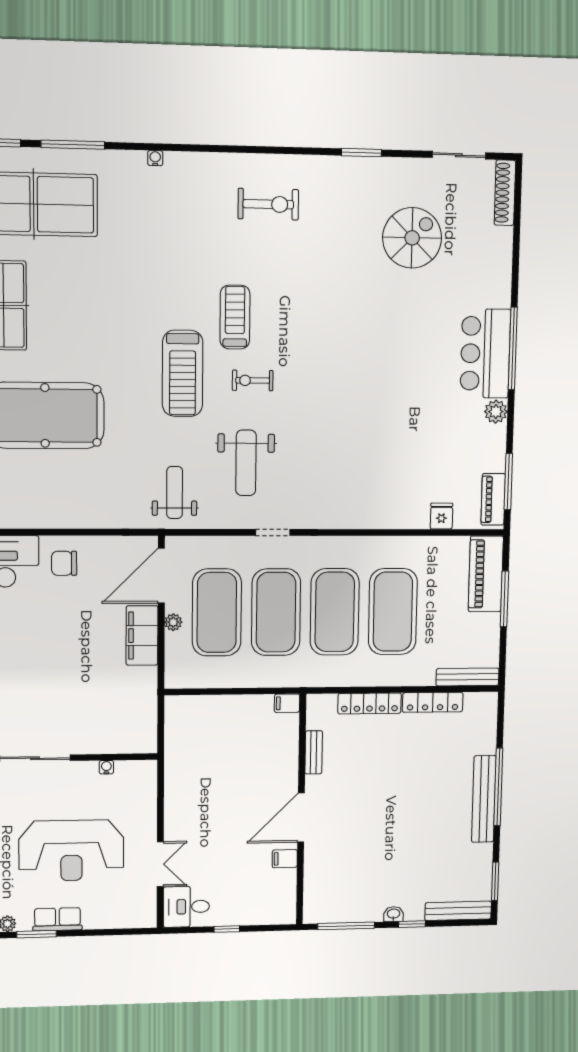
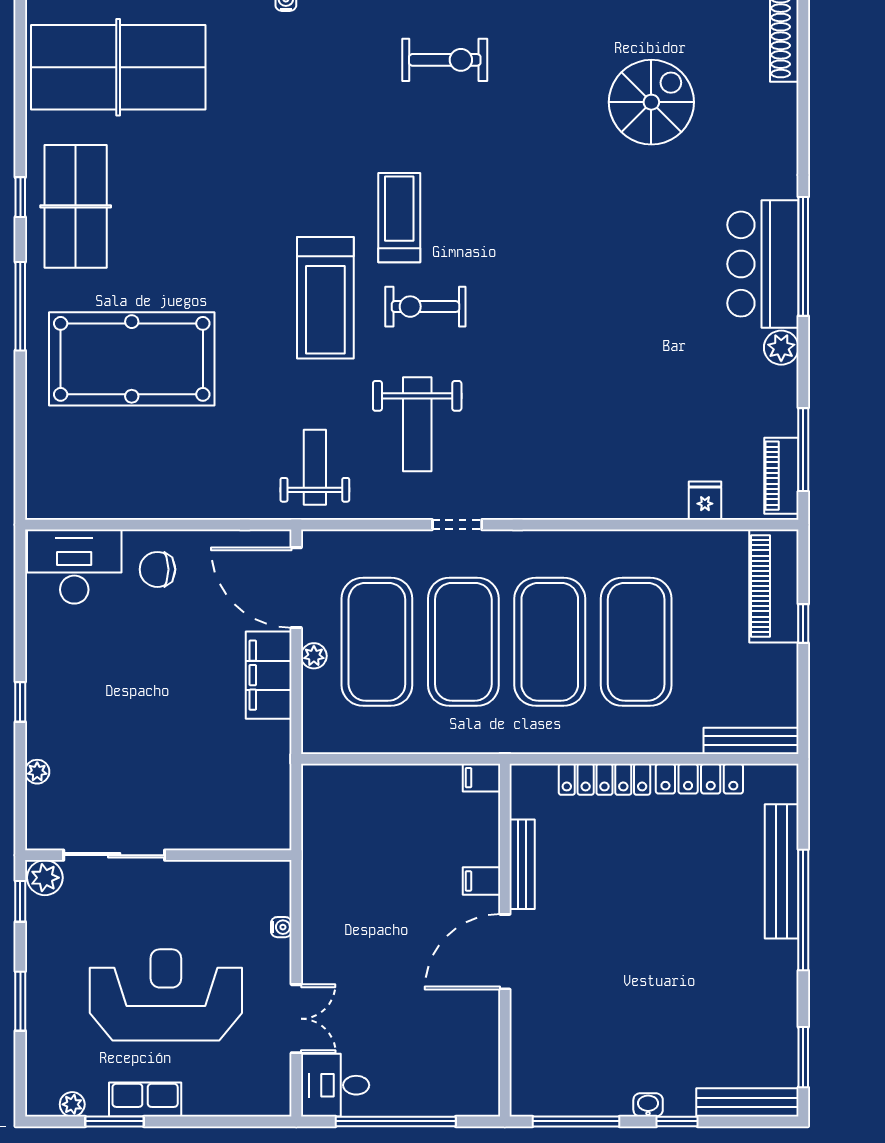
exercise bike: (253, 380) -> (425, 307), width x1.38, depth x1.39
door: (161, 576) -> (296, 588), hinge flipped
window: (504, 599) -> (803, 623), width x0.46
bench: (314, 752) -> (522, 864), width x1.36
water cooler: (106, 767) -> (281, 927), moved, turned 90
bench: (484, 799) -> (782, 871), moved
reception desk: (71, 850) -> (166, 995), turned 180
filing cabinet: (285, 859) -> (481, 881), moved
window: (227, 929) -> (396, 1121), width x3.17

